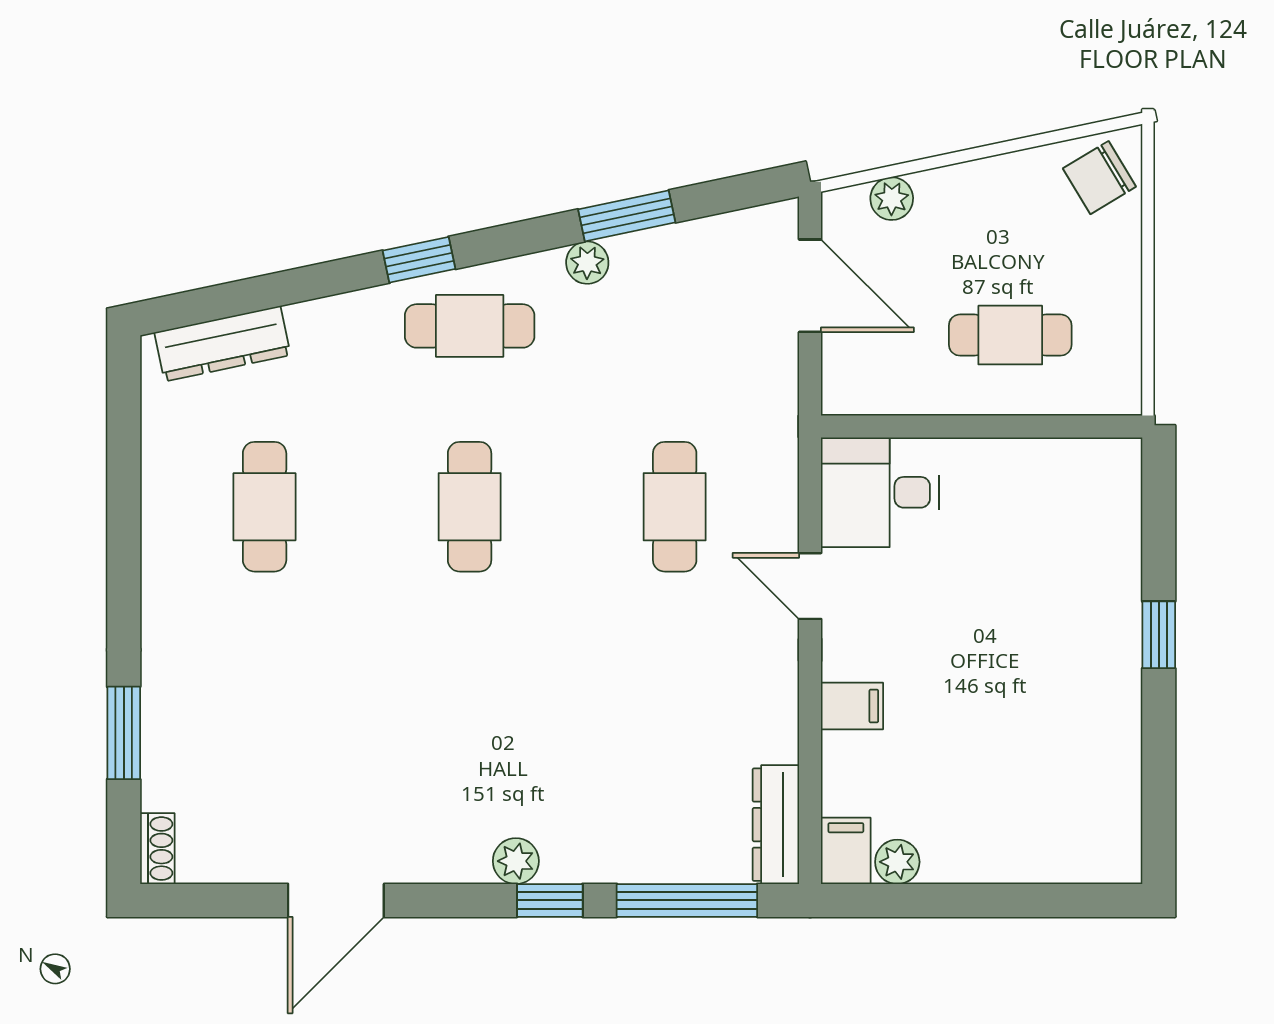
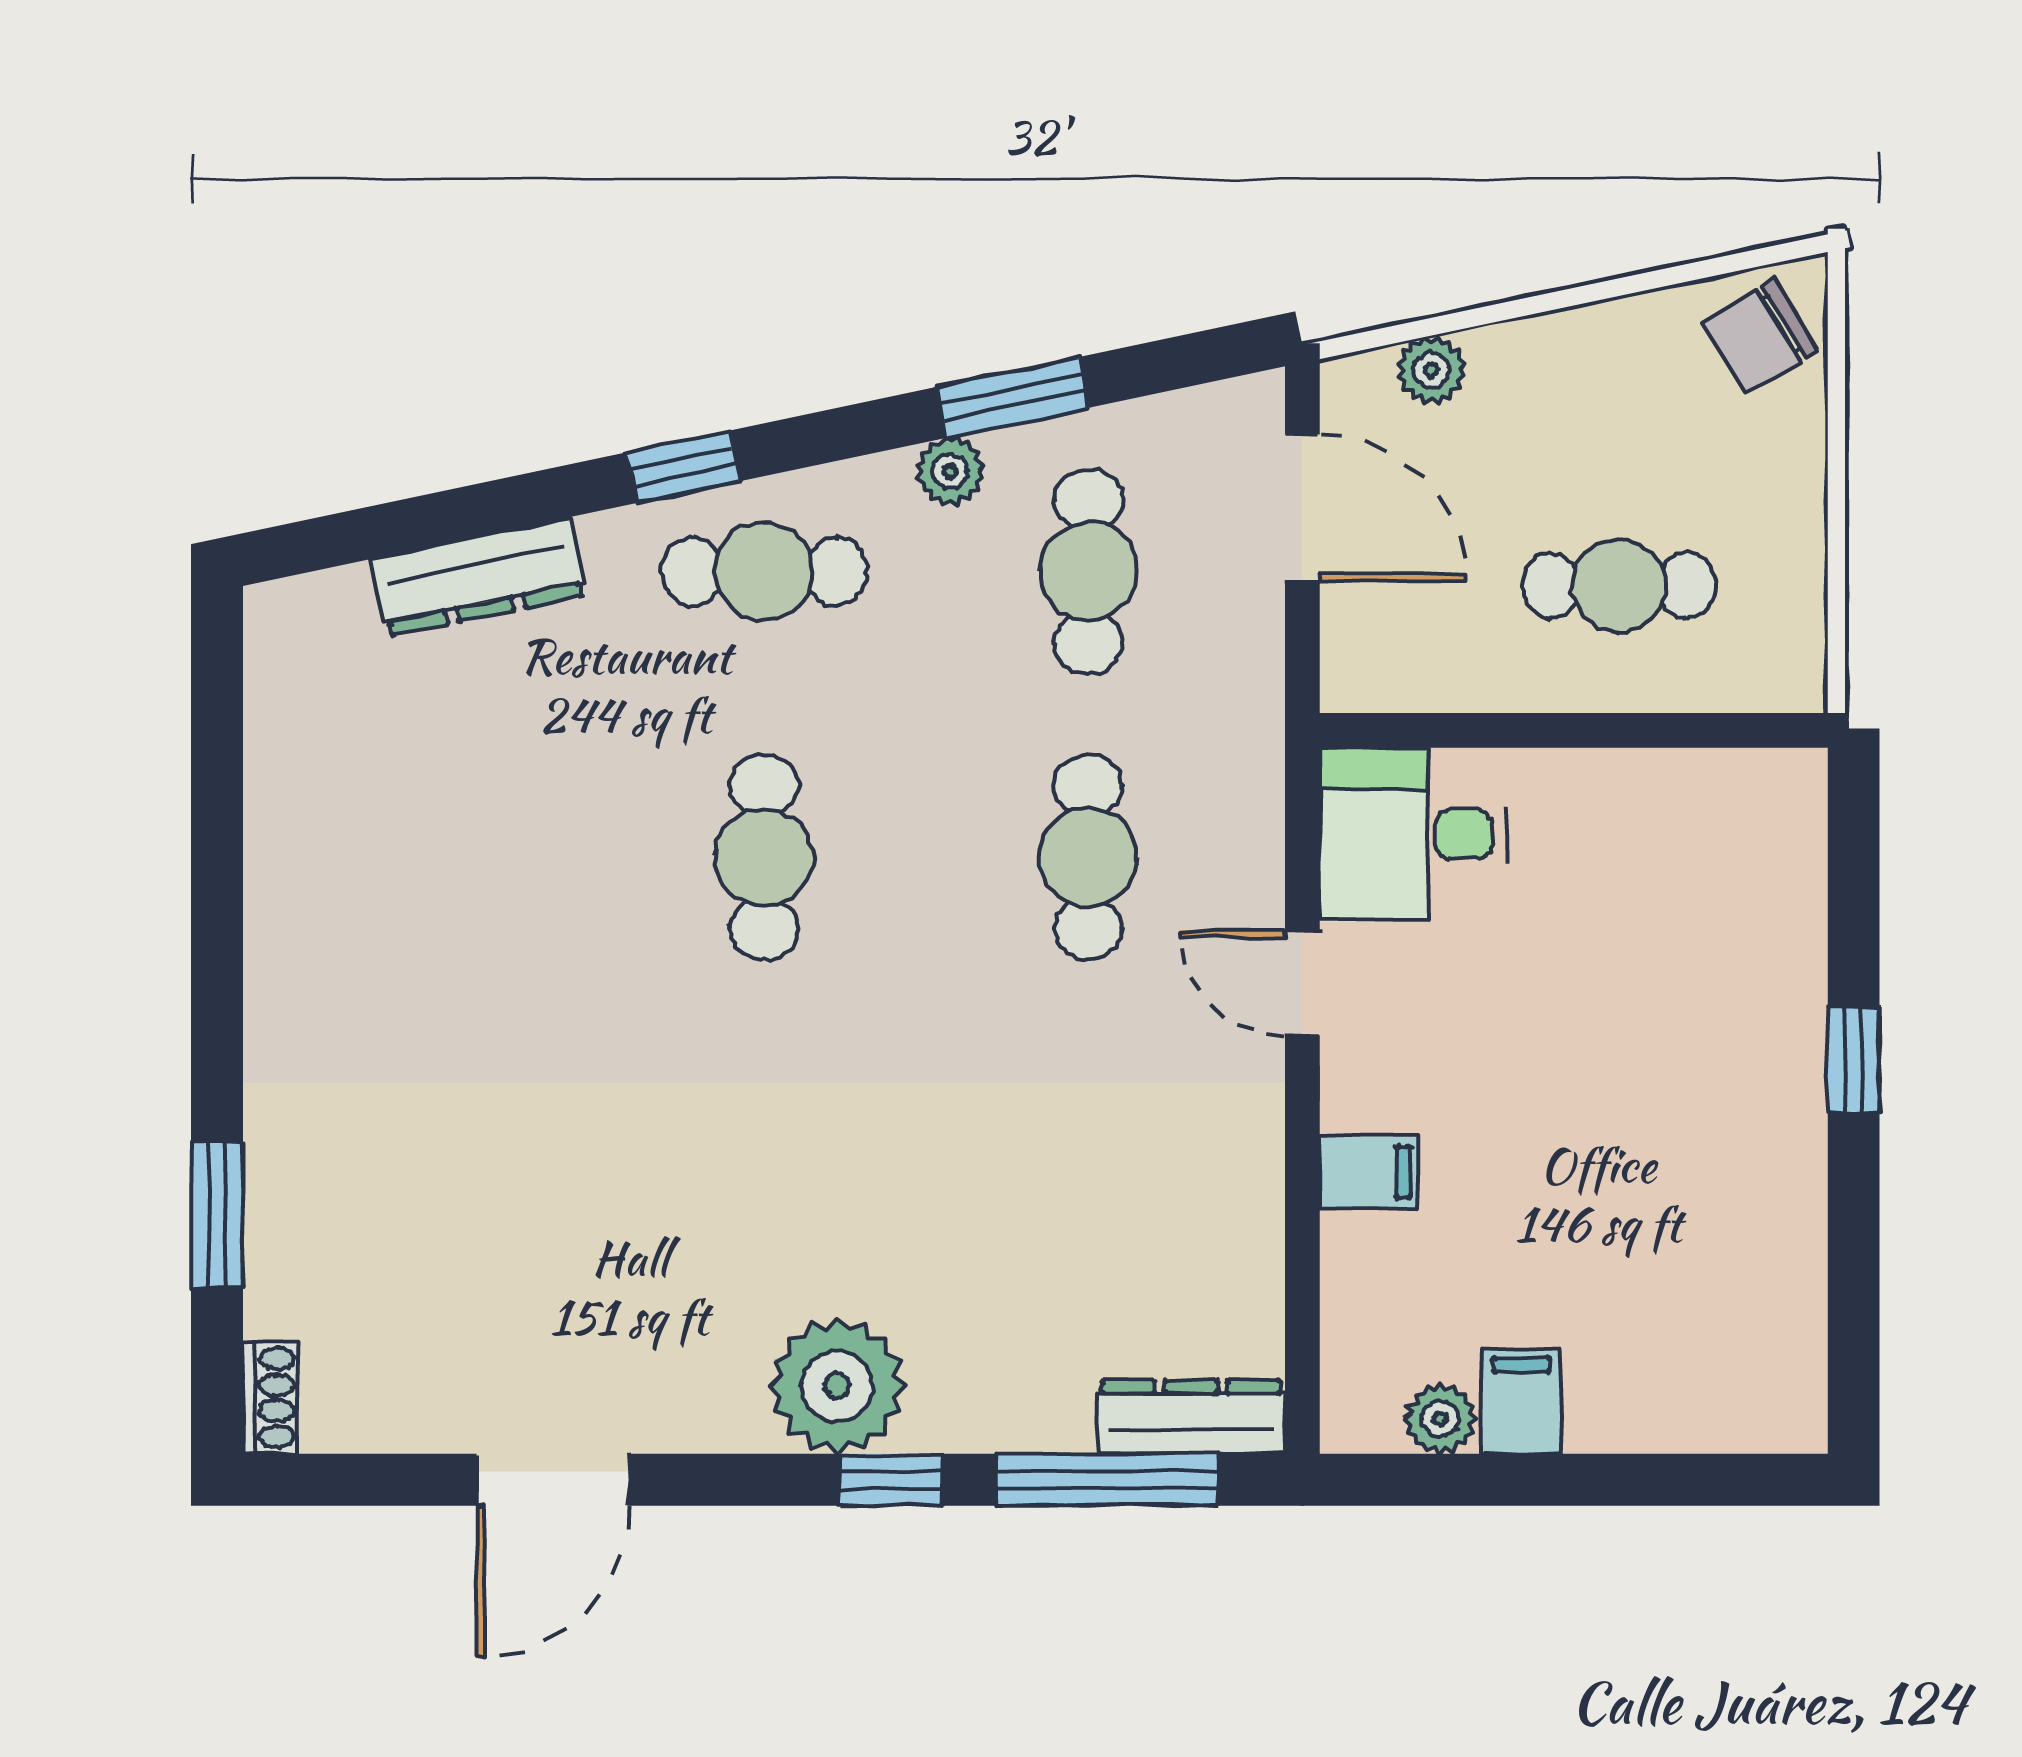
dresser: (222, 344) -> (479, 577), moved
cafe table: (265, 507) -> (1088, 571), moved
dresser: (776, 825) -> (1191, 1417), moved, turned 90
filing cabinet: (846, 851) -> (1522, 1401), moved
plant: (516, 861) -> (837, 1386), width x1.88, depth x1.88

